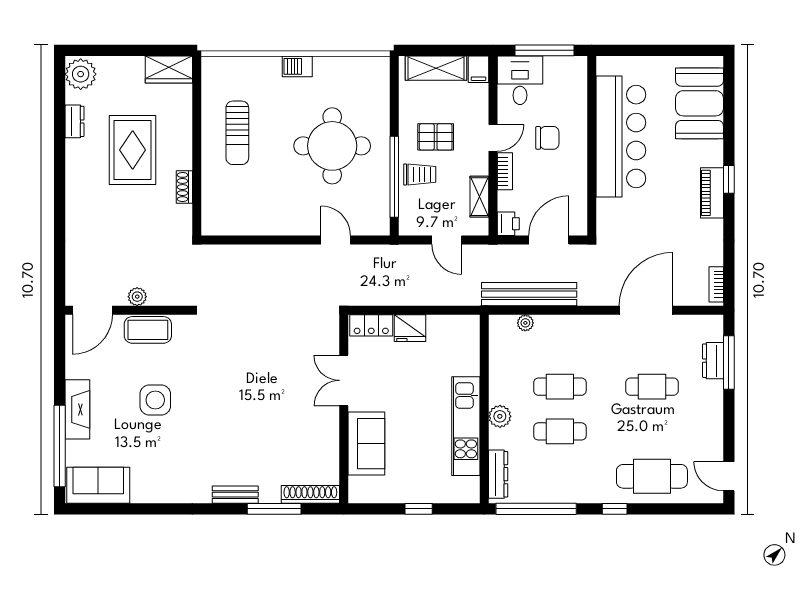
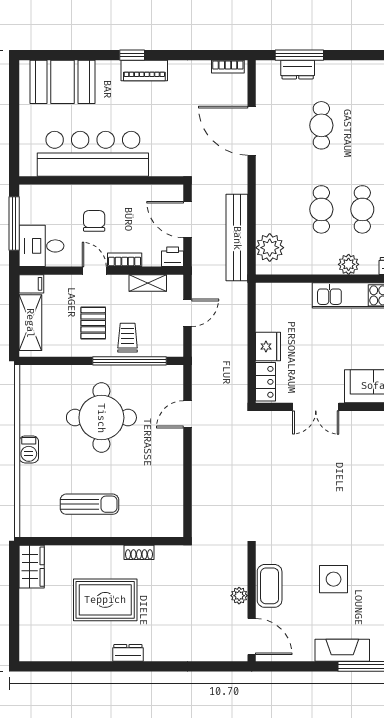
plant: (81, 74) -> (36, 647), removed
dresser: (74, 121) -> (128, 653), moved
plant: (525, 323) -> (270, 248), width x1.88, depth x1.88

